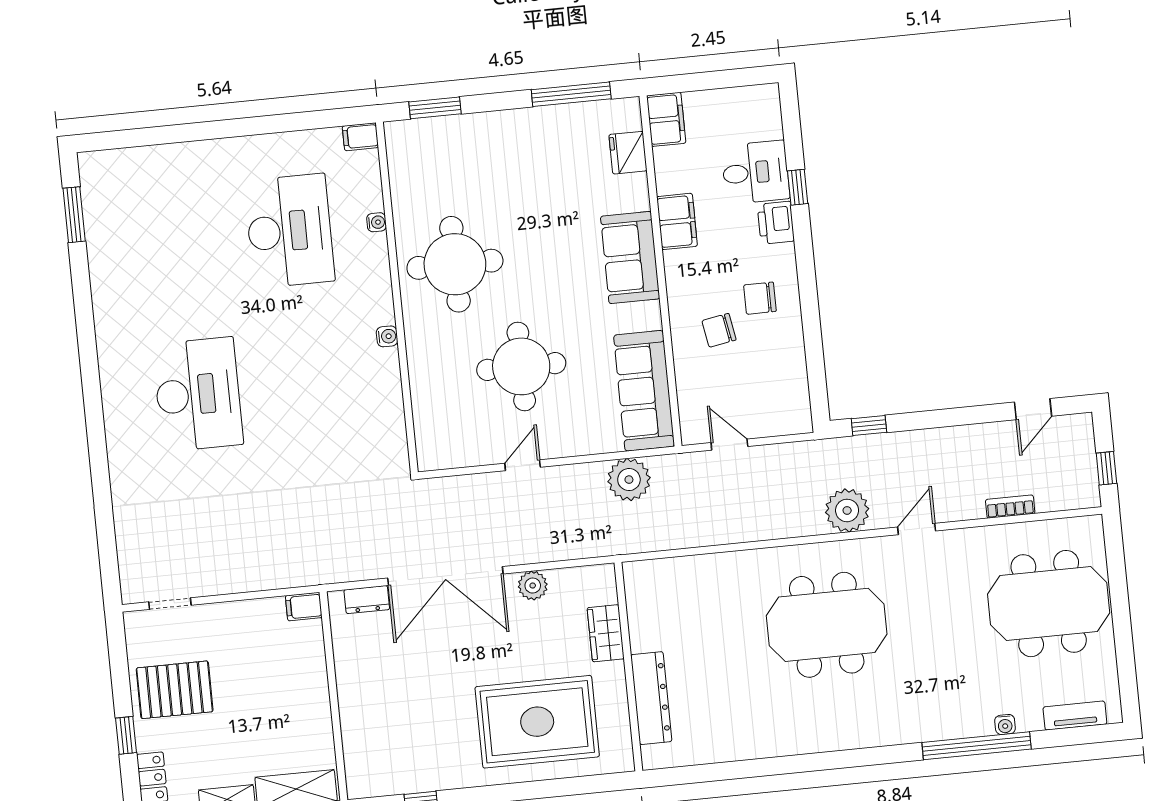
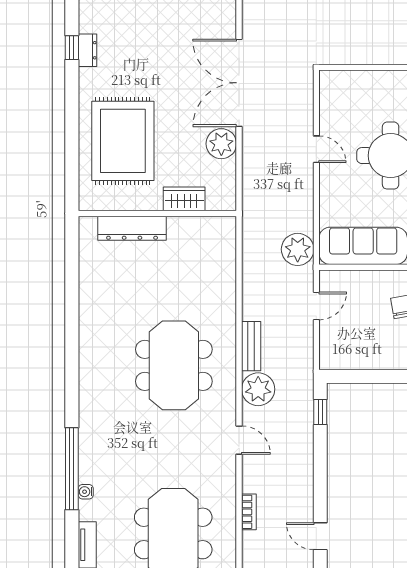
plant: (629, 480) -> (298, 249), moved
bench: (791, 525) -> (251, 346), added
plant: (533, 586) -> (221, 144), width x1.36, depth x1.36
dresser: (367, 600) -> (88, 50), moved, turned 180

